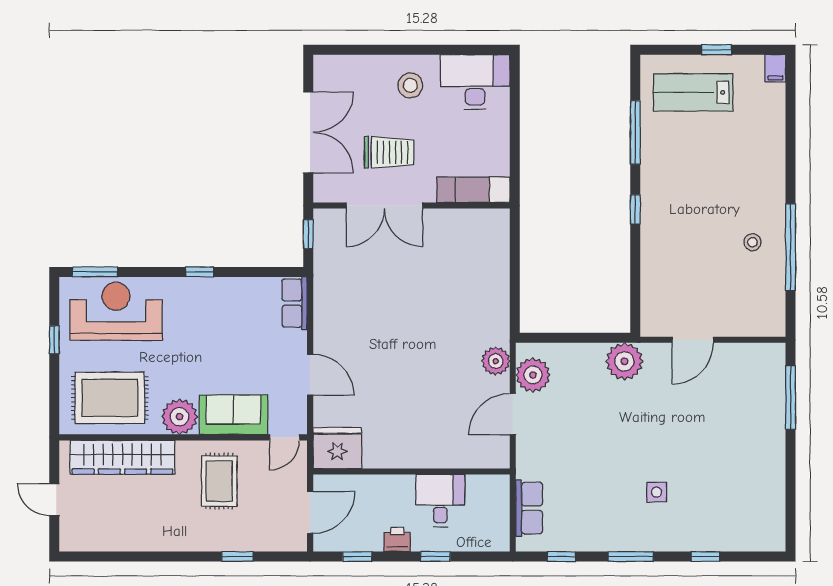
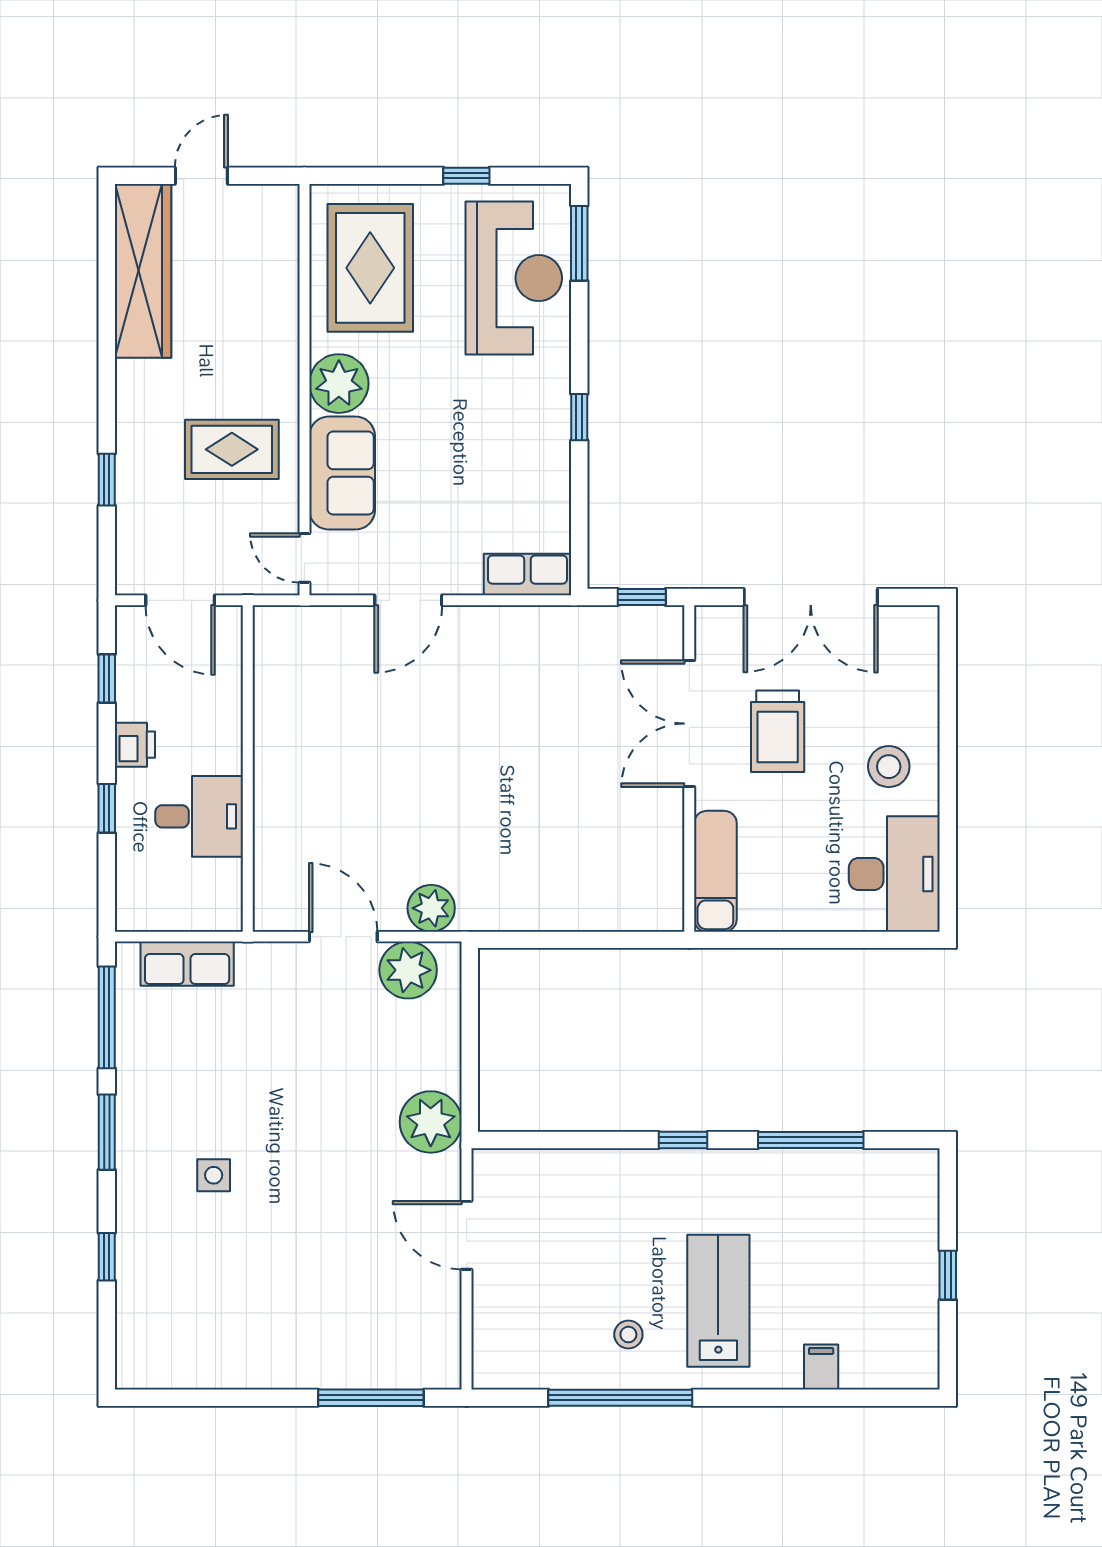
filing cabinet: (775, 68) -> (821, 1367), moved, turned 90
lab bench: (693, 92) -> (718, 1301), moved
fridge: (337, 448) -> (287, 646), removed
wardrobe: (122, 457) -> (143, 271), moved, turned 180
window: (561, 557) -> (107, 1017), width x2.17

